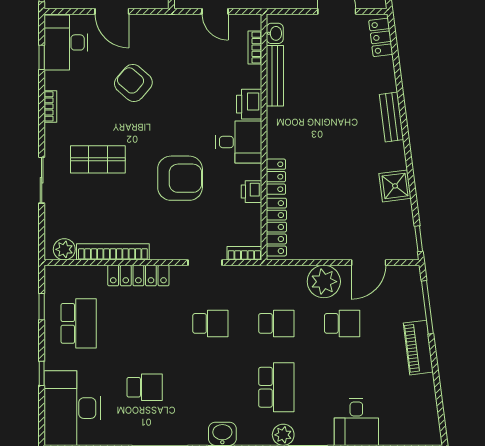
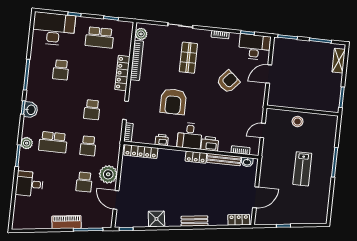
locker: (276, 177) -> (196, 157), moved

